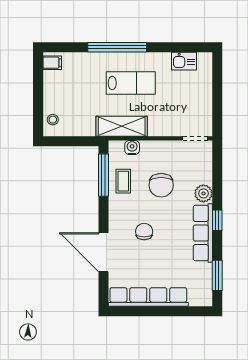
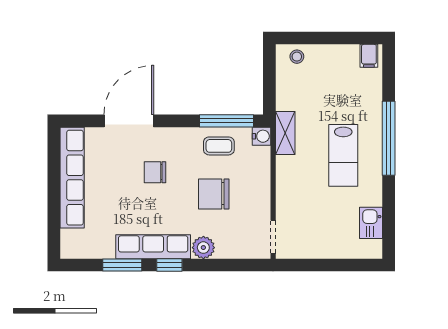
shelving: (122, 126) -> (285, 133), width x0.67, depth x0.75
water cooler: (132, 148) -> (261, 136), moved
chair: (144, 232) -> (155, 172), turned 180
window: (217, 275) -> (122, 265), moved

